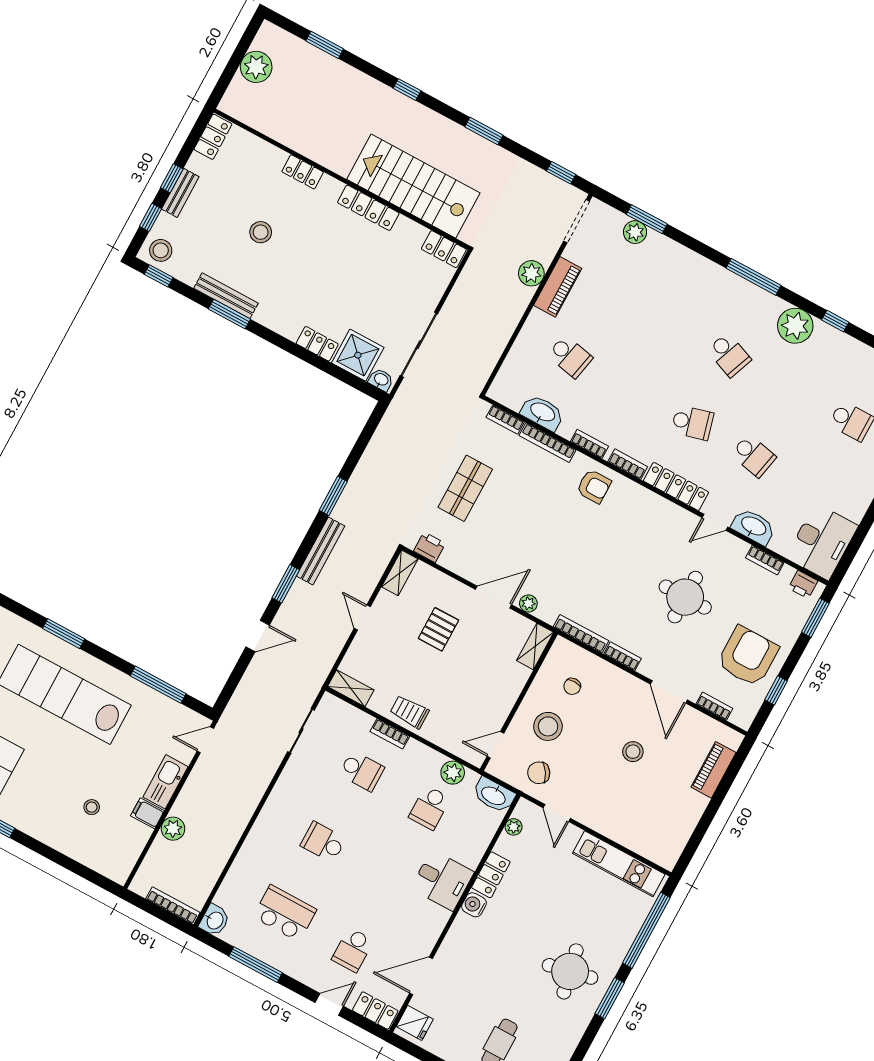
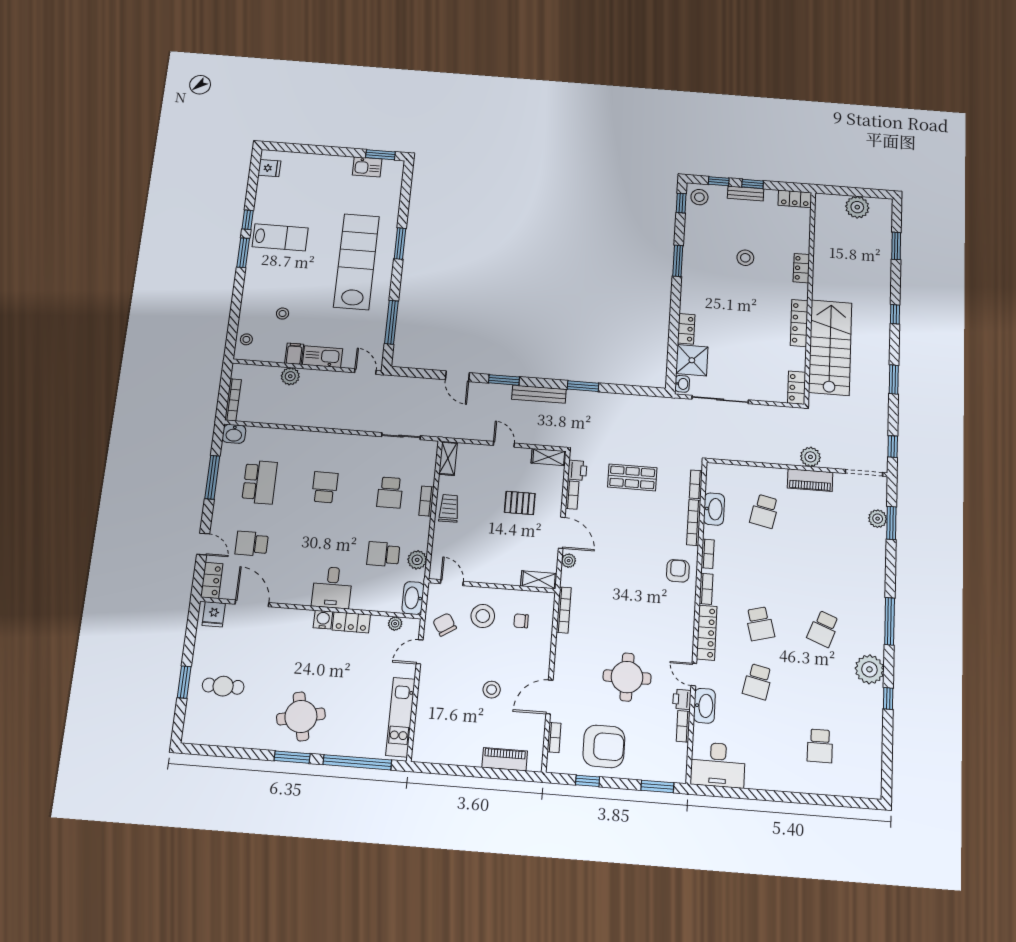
bench: (226, 296) -> (689, 253), removed
armchair: (594, 486) -> (678, 571), turned 180
printer: (803, 584) -> (682, 699), moved
door: (362, 617) -> (504, 444), hinge flipped
bookcase: (623, 656) -> (572, 495), moved
stool: (105, 862) -> (246, 339), added

